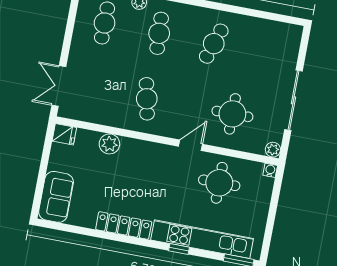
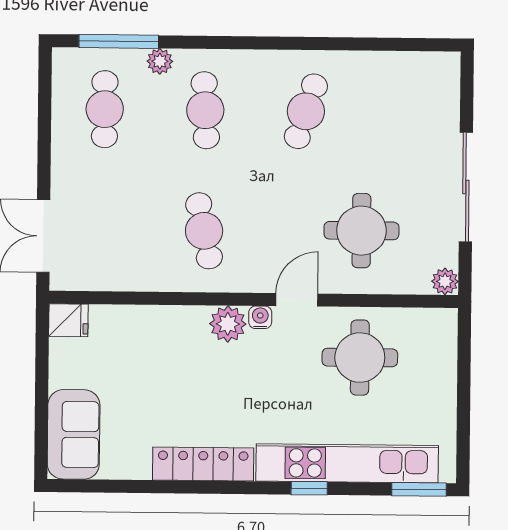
plant: (109, 144) -> (228, 324), moved
water cooler: (270, 170) -> (260, 317), moved

